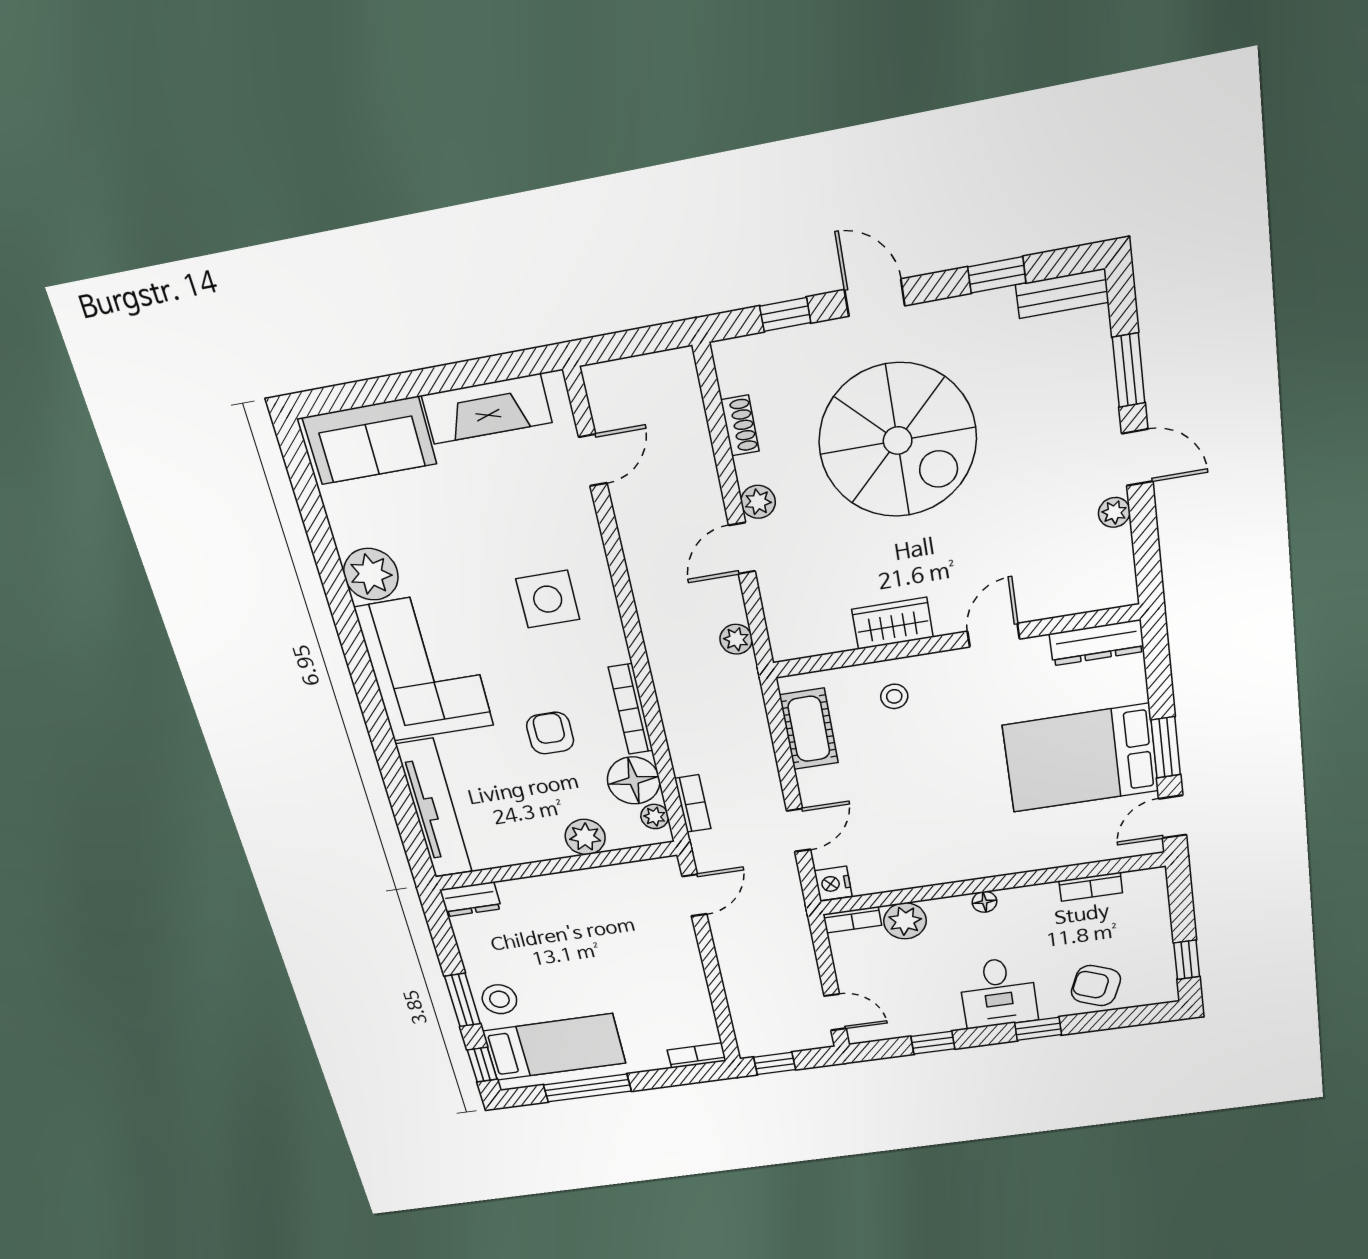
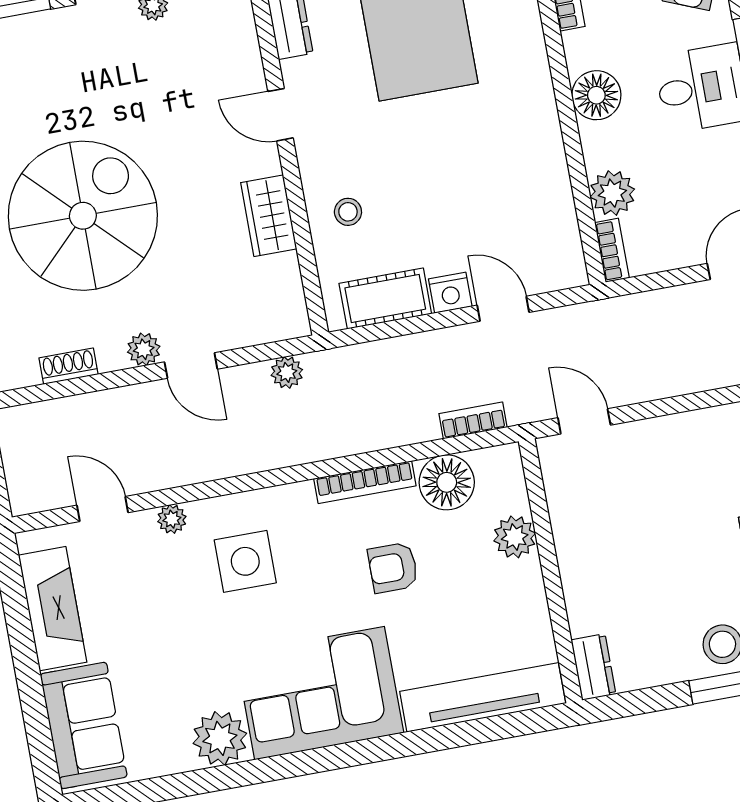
plant: (655, 816) -> (172, 519), moved
nightstand: (833, 884) -> (450, 293), moved
floor lamp: (985, 902) -> (596, 95), width x1.89, depth x1.89

